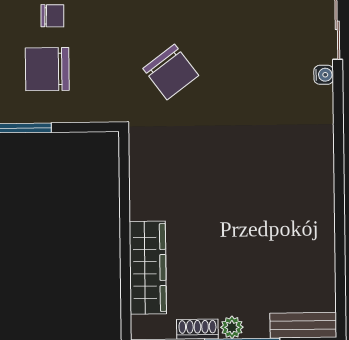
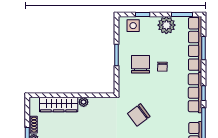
plant: (141, 207) -> (84, 102), added

